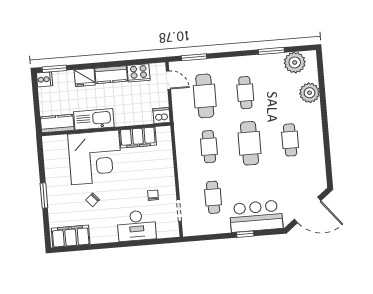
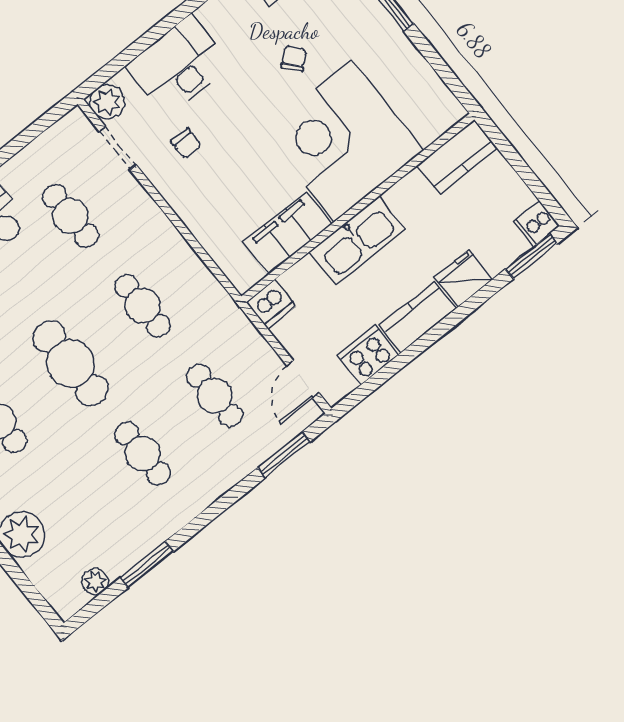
plant: (295, 62) -> (95, 581), width x0.53, depth x0.53
door: (168, 80) -> (303, 379), hinge flipped
cafe table: (205, 96) -> (215, 396), width x0.73, depth x0.74
kitchen sink: (94, 119) -> (357, 240), moved
plant: (171, 230) -> (107, 102), added

